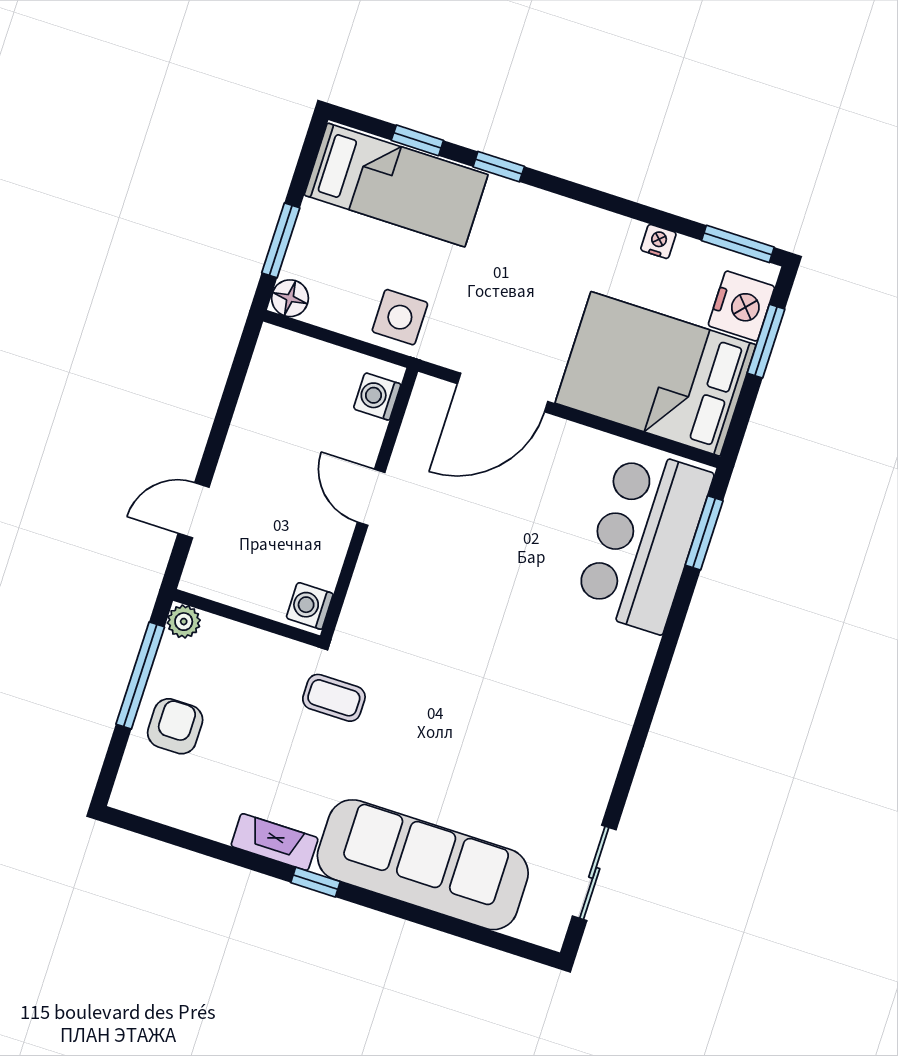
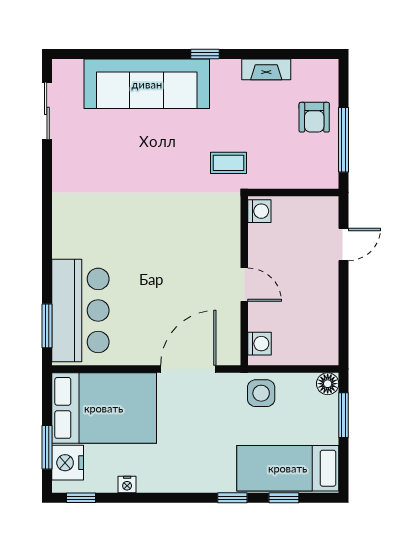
window: (738, 244) -> (81, 498), width x0.67
plant: (184, 622) -> (329, 179), removed
fireplace: (275, 842) -> (266, 69), moved

